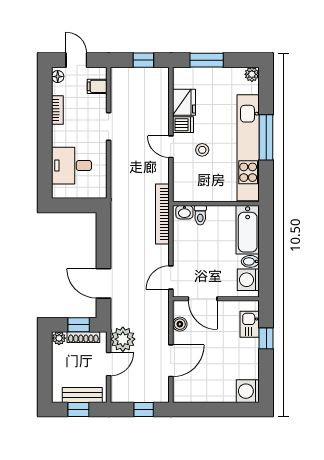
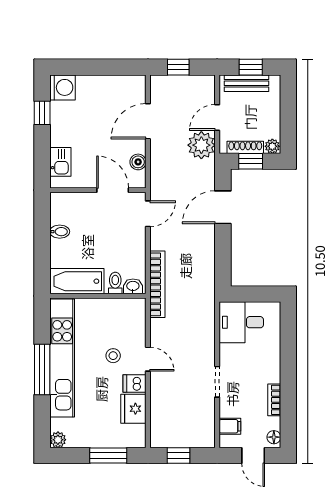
desk: (72, 166) -> (241, 322), moved, turned 180
bathtub: (248, 230) -> (77, 281), moved, turned -90
washing machine: (248, 280) -> (62, 211), removed
door: (103, 283) -> (223, 207), swing flipped
window: (266, 338) -> (42, 113), moved

